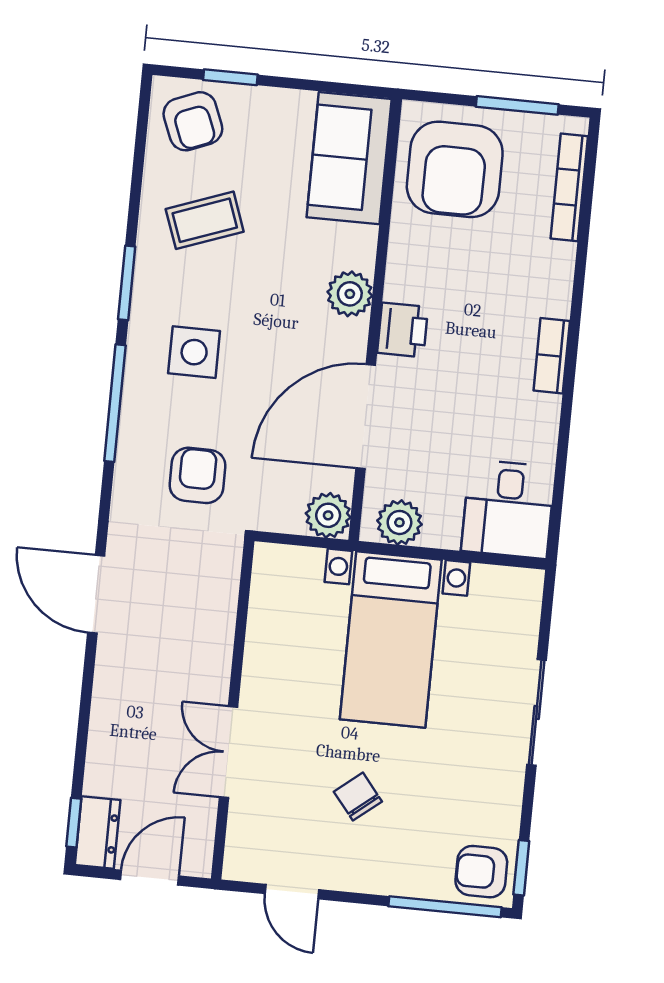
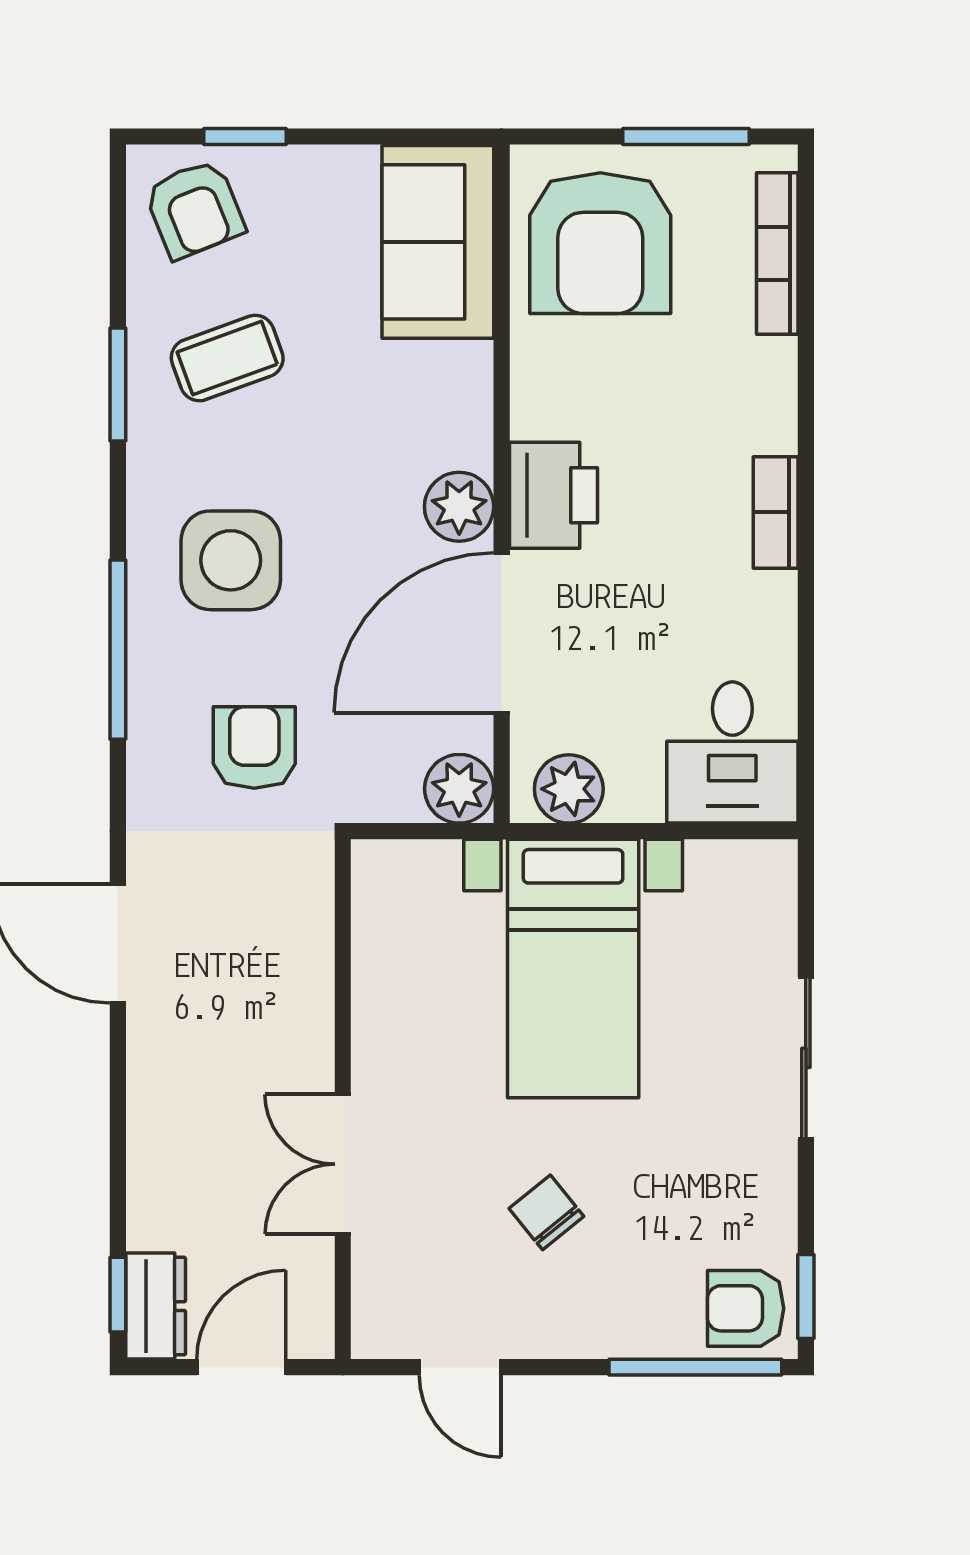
window: (127, 283) -> (118, 385), moved
plant: (350, 294) -> (459, 507), moved
printer: (403, 330) -> (553, 495), width x1.36, depth x1.24
side table: (194, 352) -> (231, 560), width x1.37, depth x1.37

